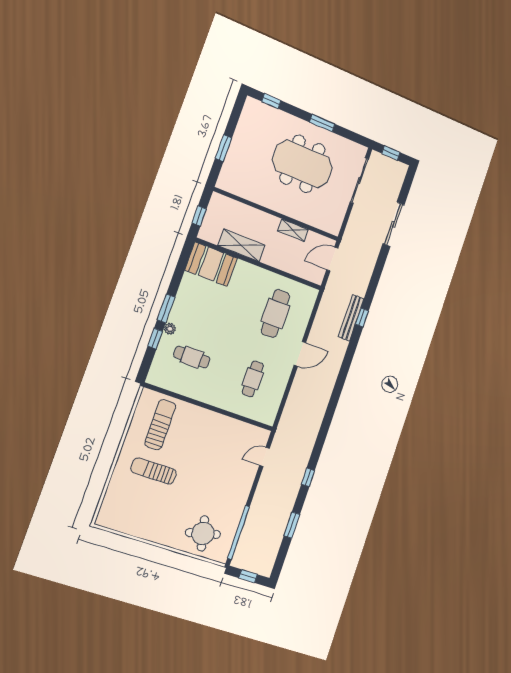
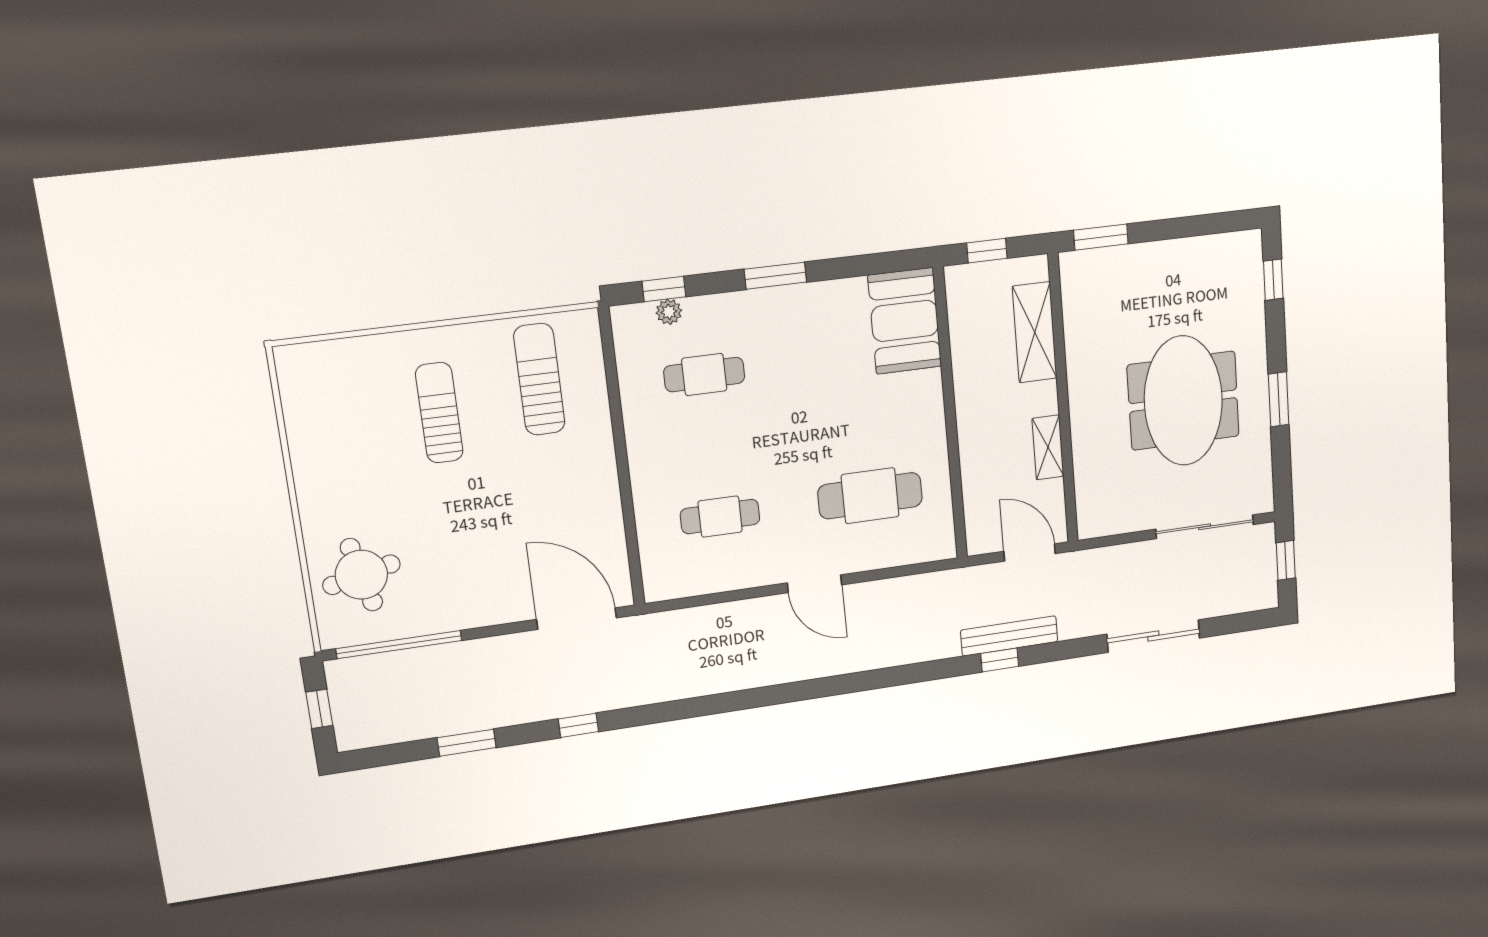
window: (224, 148) -> (1101, 237), moved
shelving: (241, 245) -> (1035, 332), moved
bench: (351, 318) -> (1009, 636), moved
window: (362, 318) -> (1000, 660), moved
plant: (170, 329) -> (669, 312), moved
window: (155, 339) -> (664, 289), moved
cafe table: (192, 357) -> (704, 375), turned 90
sun lounger: (160, 425) -> (539, 379), turned -90
door: (265, 457) -> (577, 619), width x1.87

